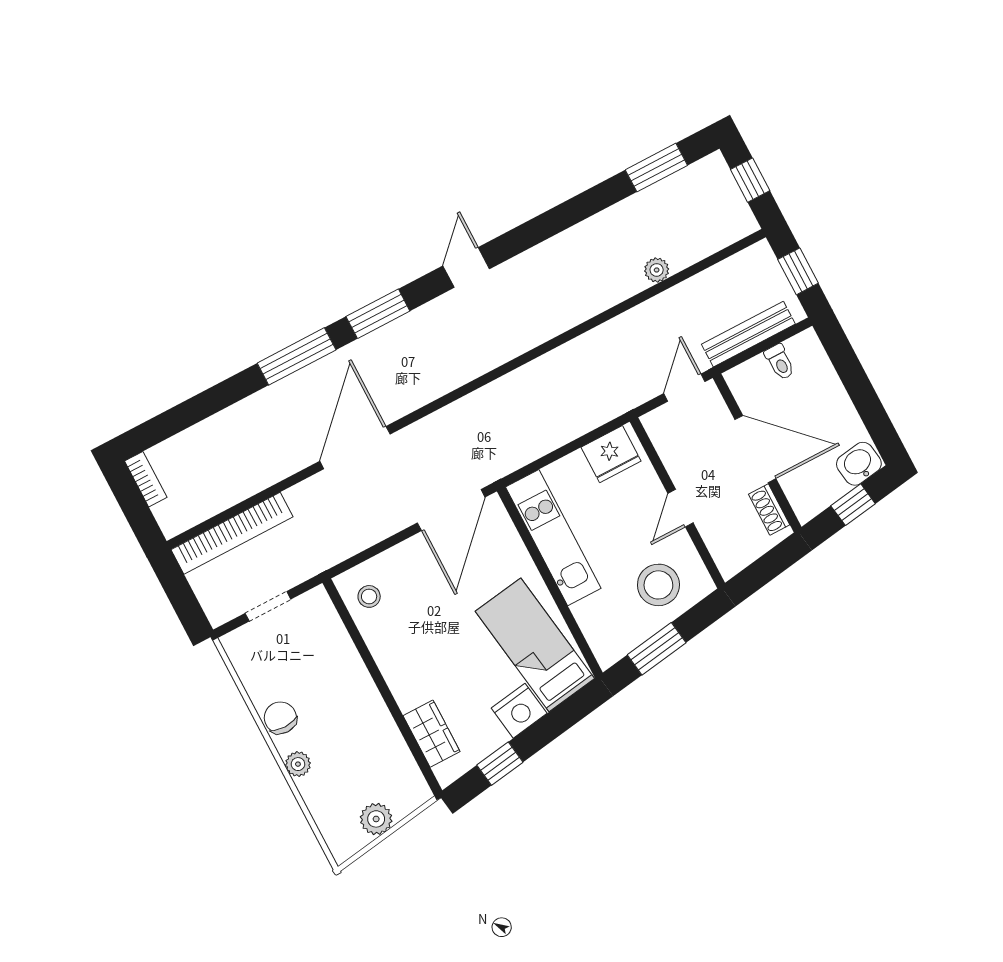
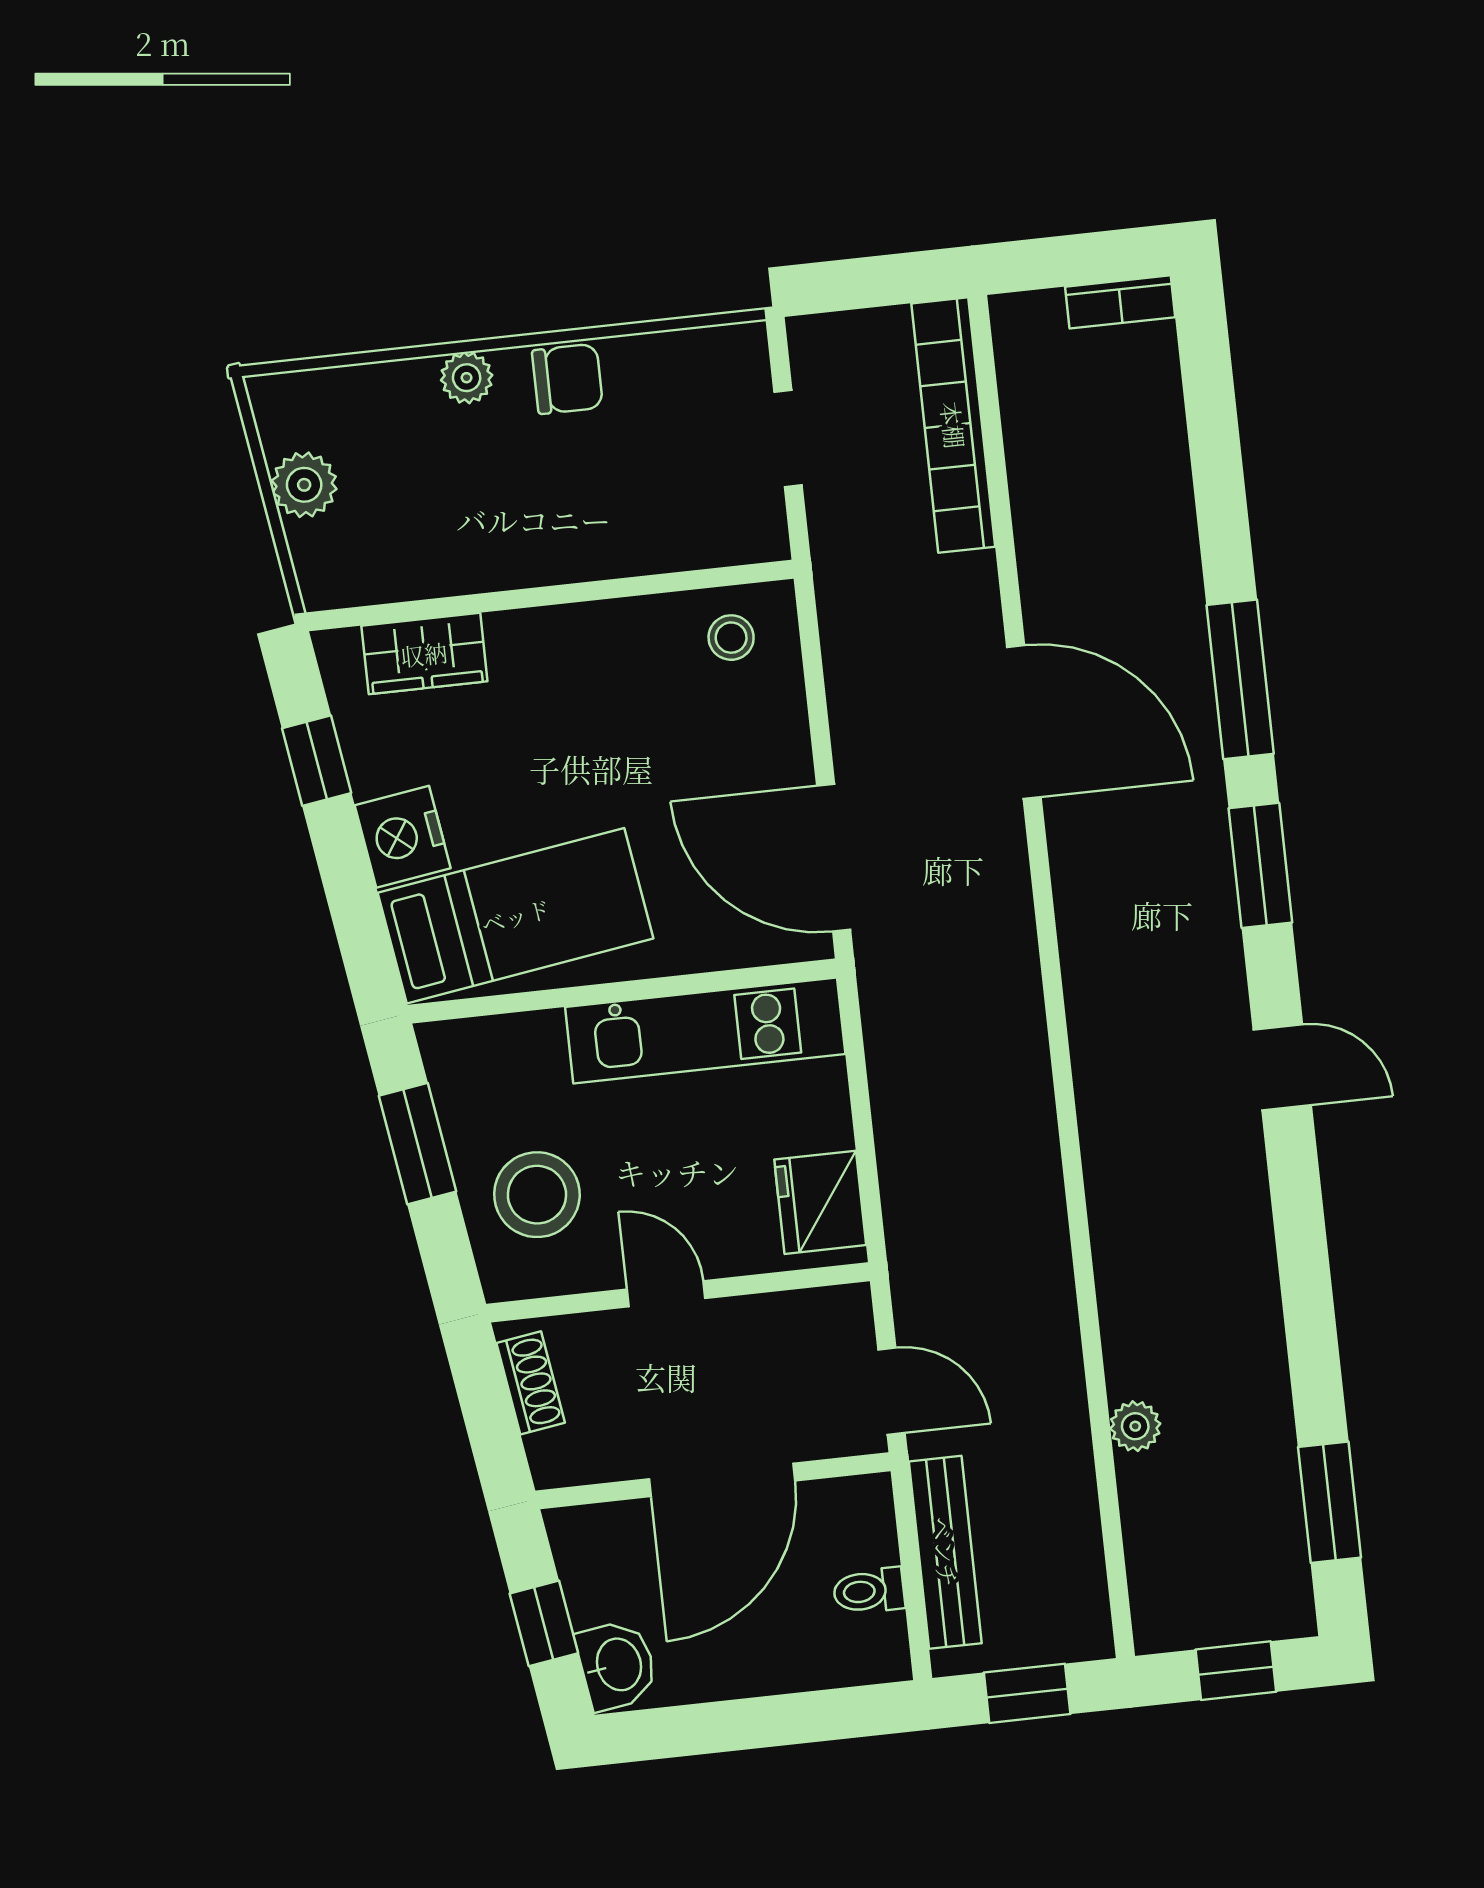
shoe rack: (769, 510) -> (531, 1383), moved, turned 81

